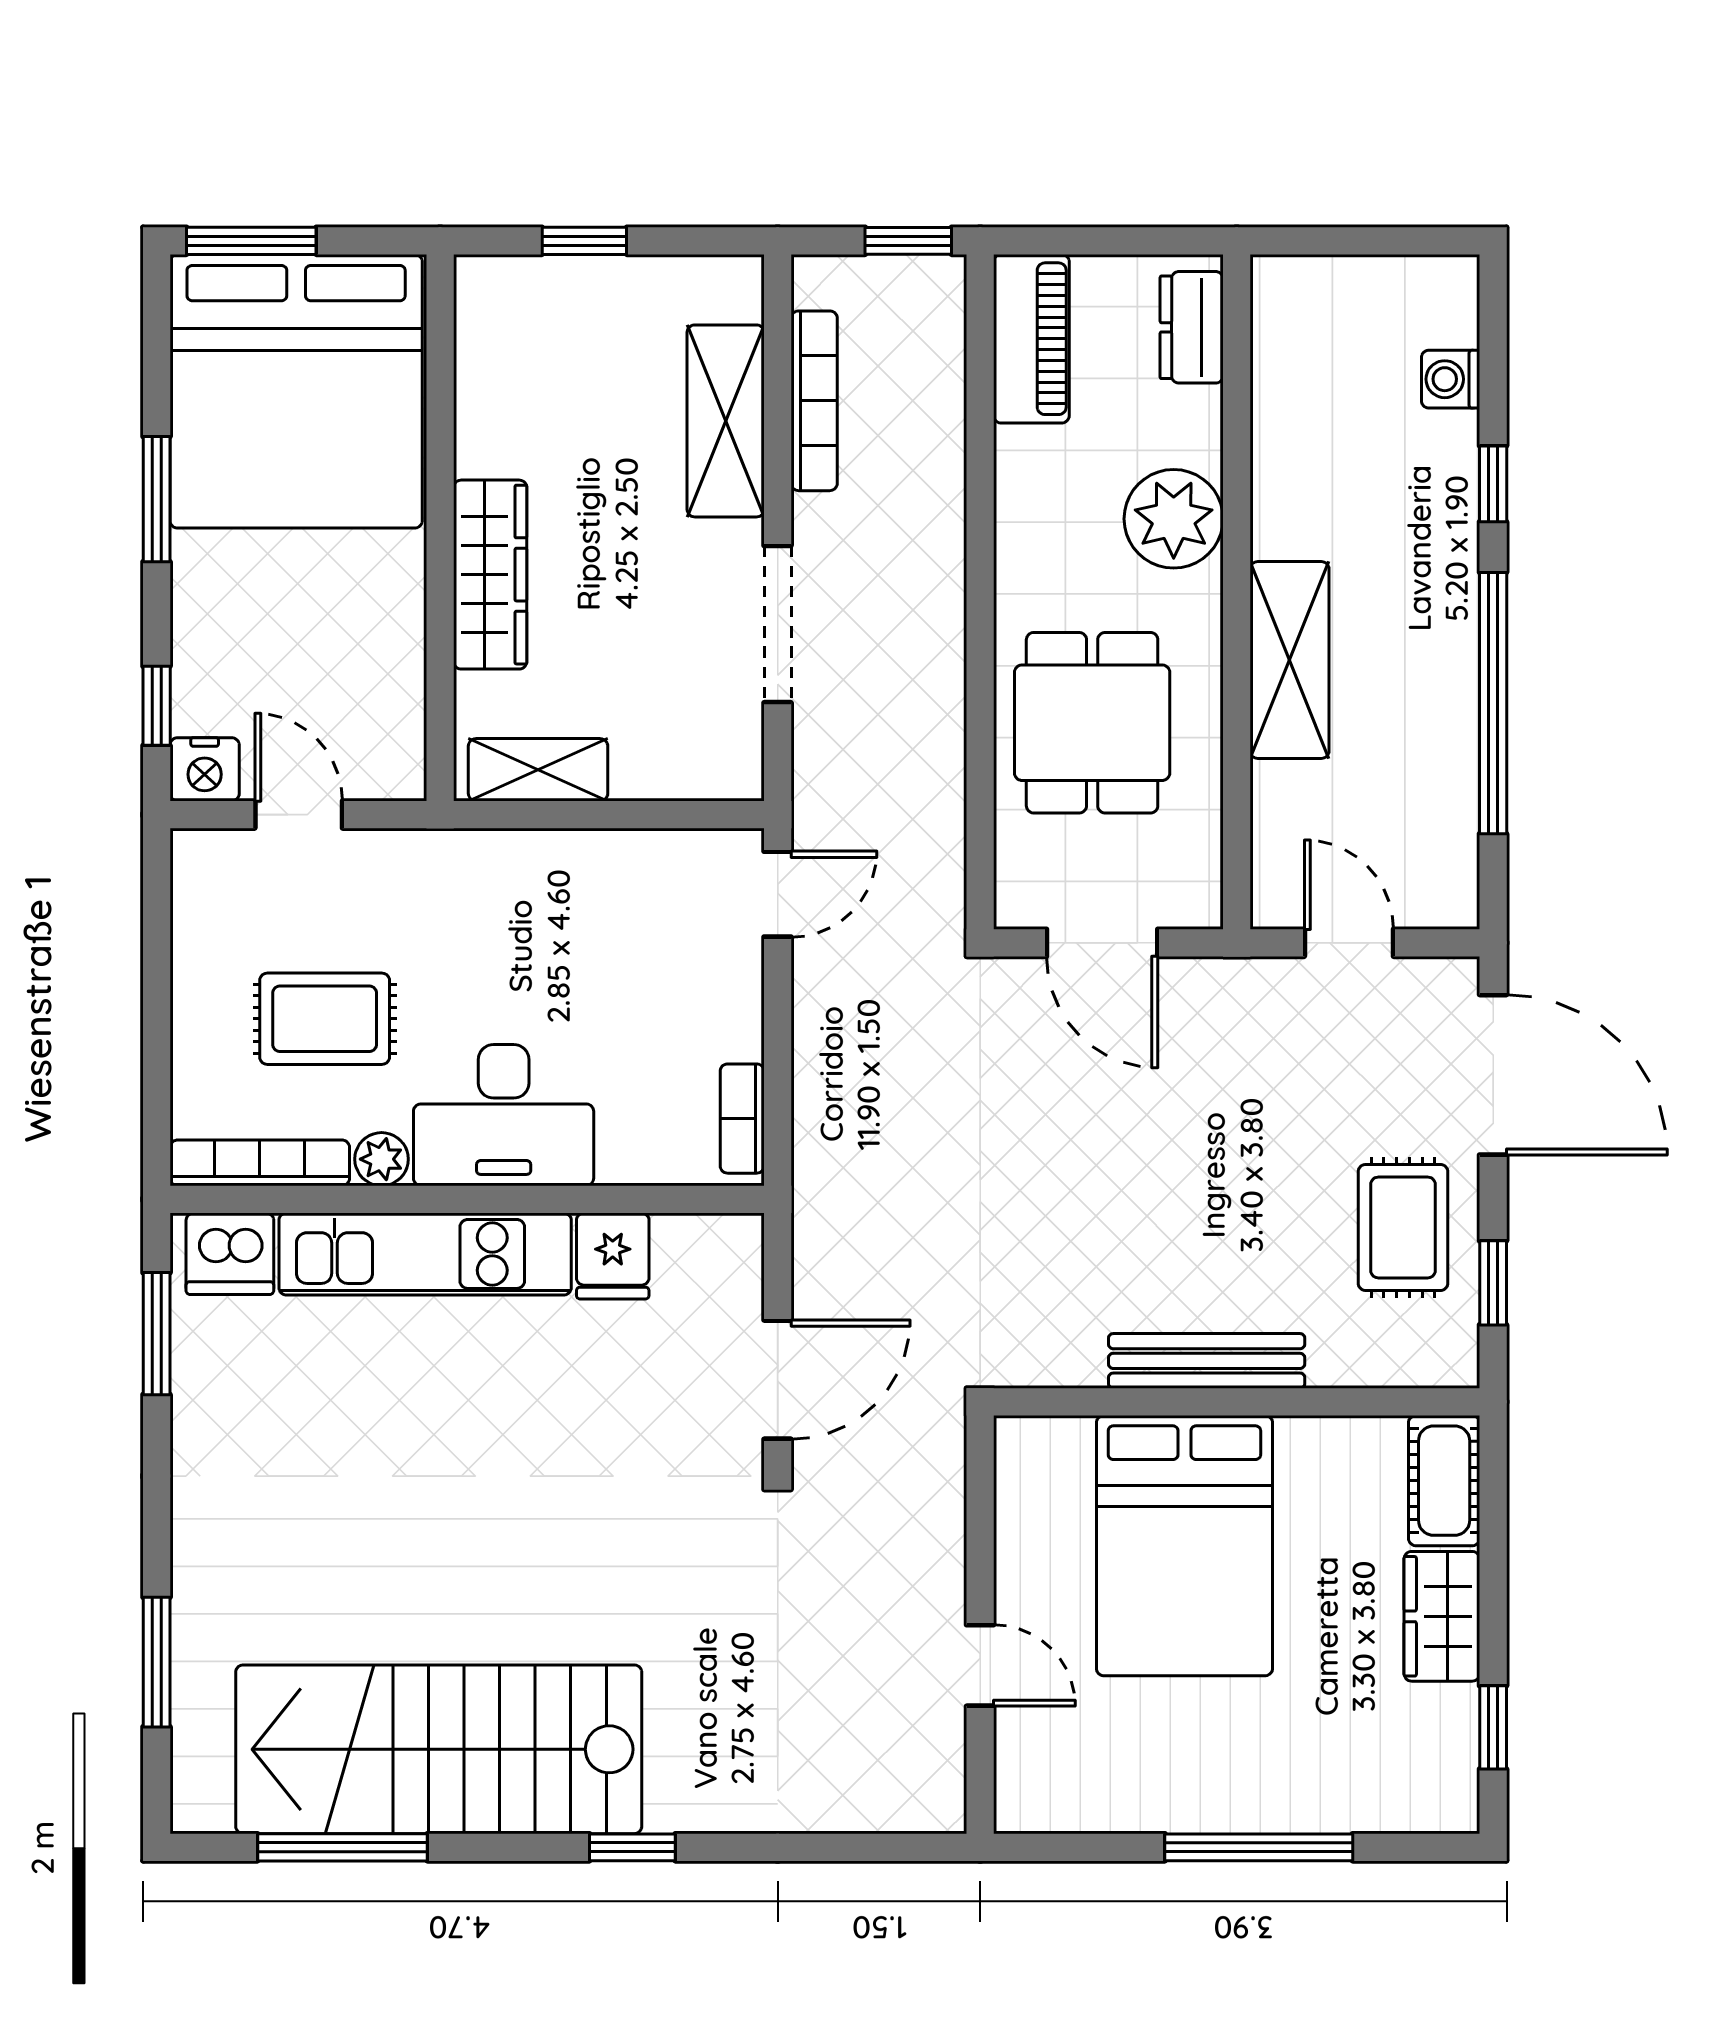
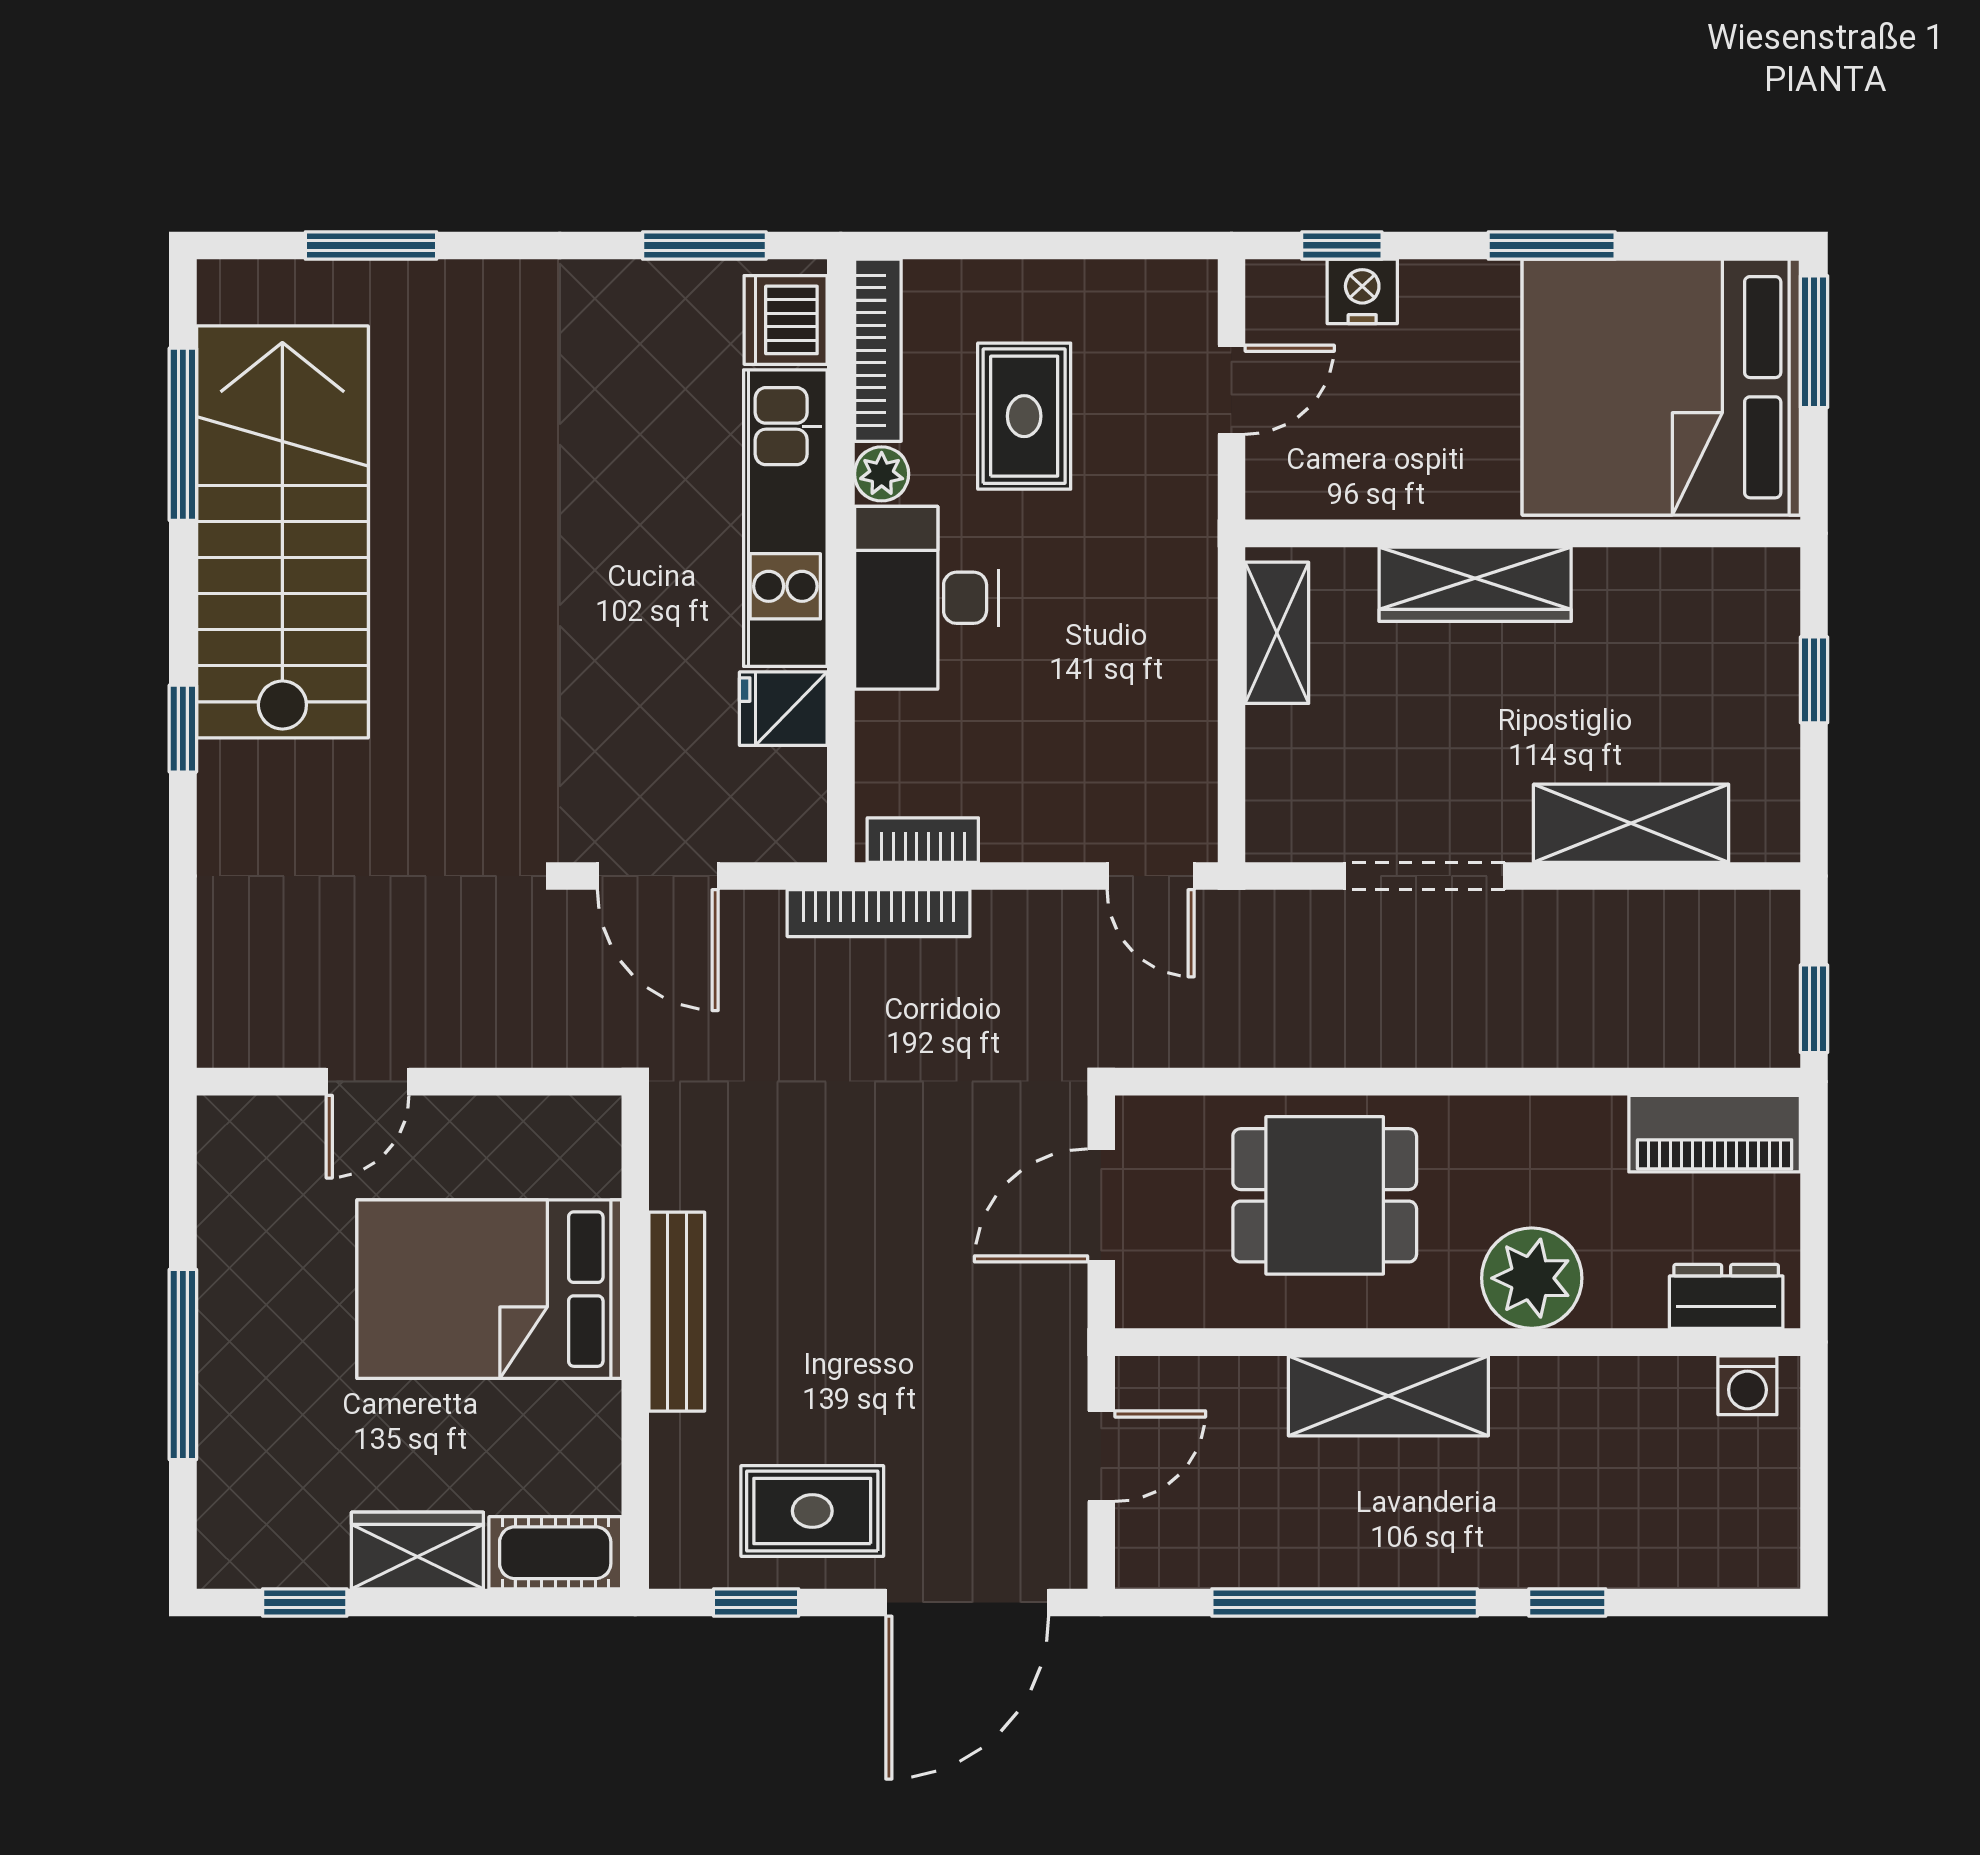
washing machine: (1451, 379) -> (1747, 1385), moved, turned 180
bookcase: (814, 401) -> (879, 913), moved
nightstand: (205, 769) -> (1362, 291), moved, turned 90

